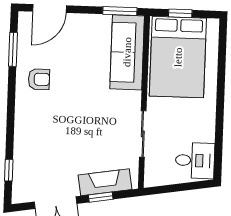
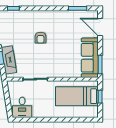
sofa: (127, 52) -> (90, 58), moved, turned -90
bed: (178, 57) -> (77, 96), width x0.67
armchair: (39, 79) -> (41, 38), moved

